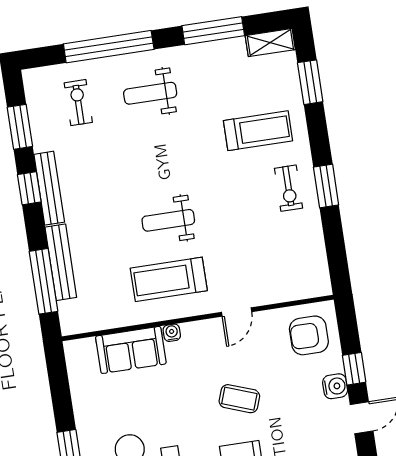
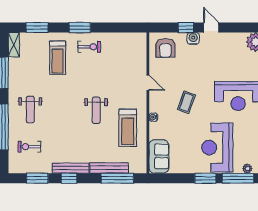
treadmill: (258, 131) -> (58, 58), turned 180
window: (326, 186) -> (80, 28), moved
treadmill: (169, 279) -> (128, 128), moved
sofa: (131, 350) -> (159, 156), moved
coffee table: (239, 399) -> (186, 102), moved

